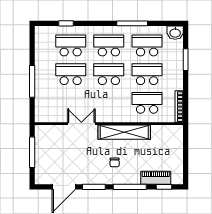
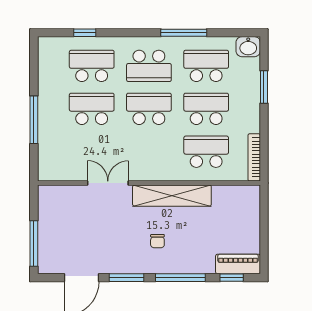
school desk: (109, 45) -> (149, 66), turned 180
window: (32, 152) -> (34, 243), moved
piano: (156, 178) -> (238, 264), moved

